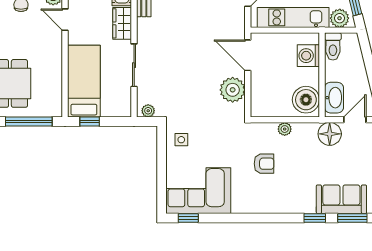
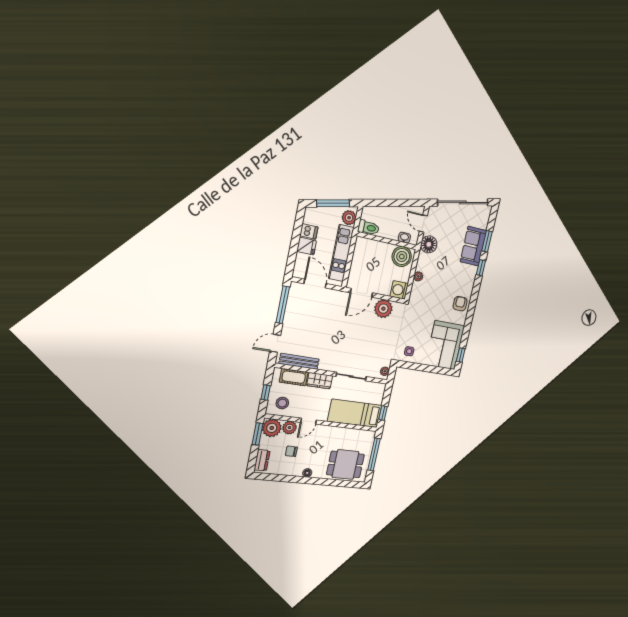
washing machine: (308, 56) -> (399, 290), moved, turned 90
washbasin: (334, 98) -> (404, 238), width x0.52, depth x0.69
armchair: (264, 164) -> (460, 304), moved

